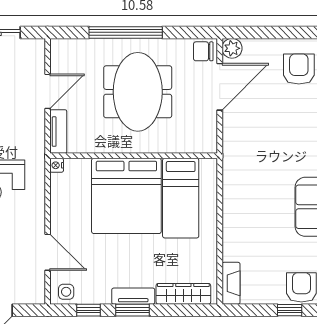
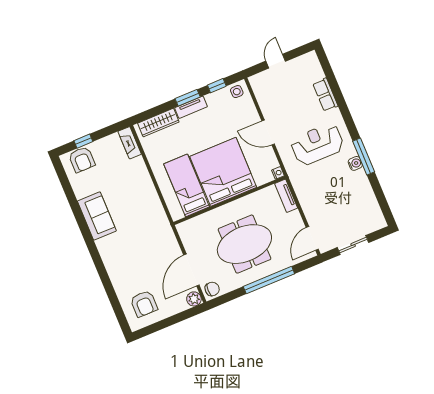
door: (48, 91) -> (312, 238), moved
meeting table: (138, 92) -> (244, 244), turned 90
door: (48, 252) -> (268, 132), moved

